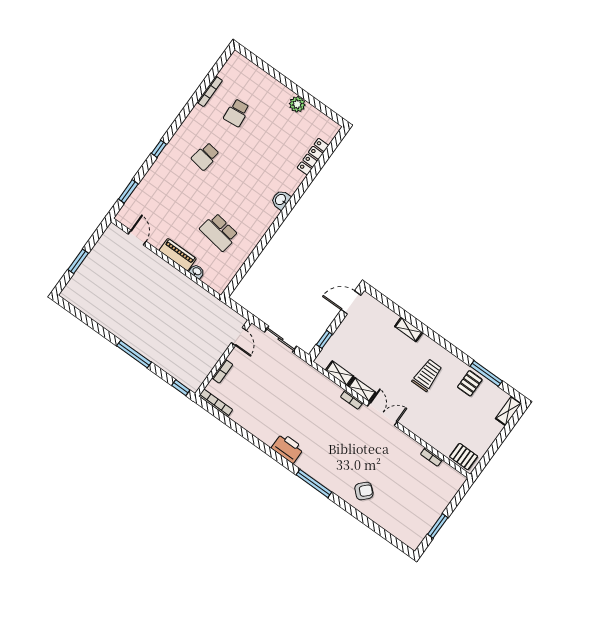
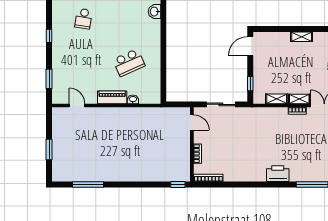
school desk: (219, 232) -> (129, 63), turned -33
window: (134, 354) -> (88, 184), moved

